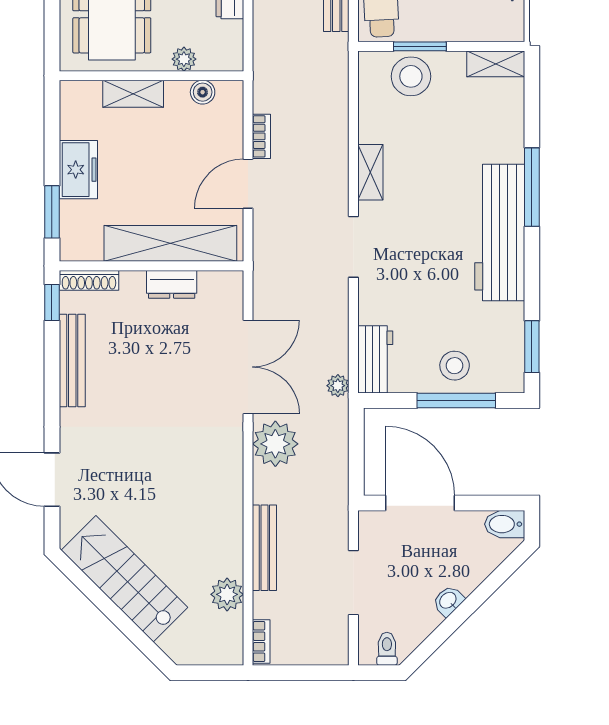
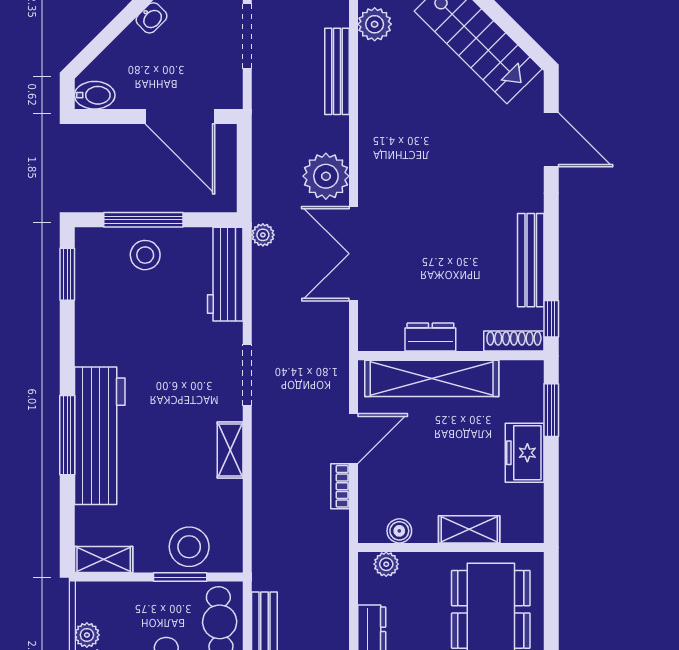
plant: (184, 59) -> (386, 564), moved
workbench: (500, 233) -> (100, 436), moved
workbench: (375, 359) -> (225, 274), width x1.38

